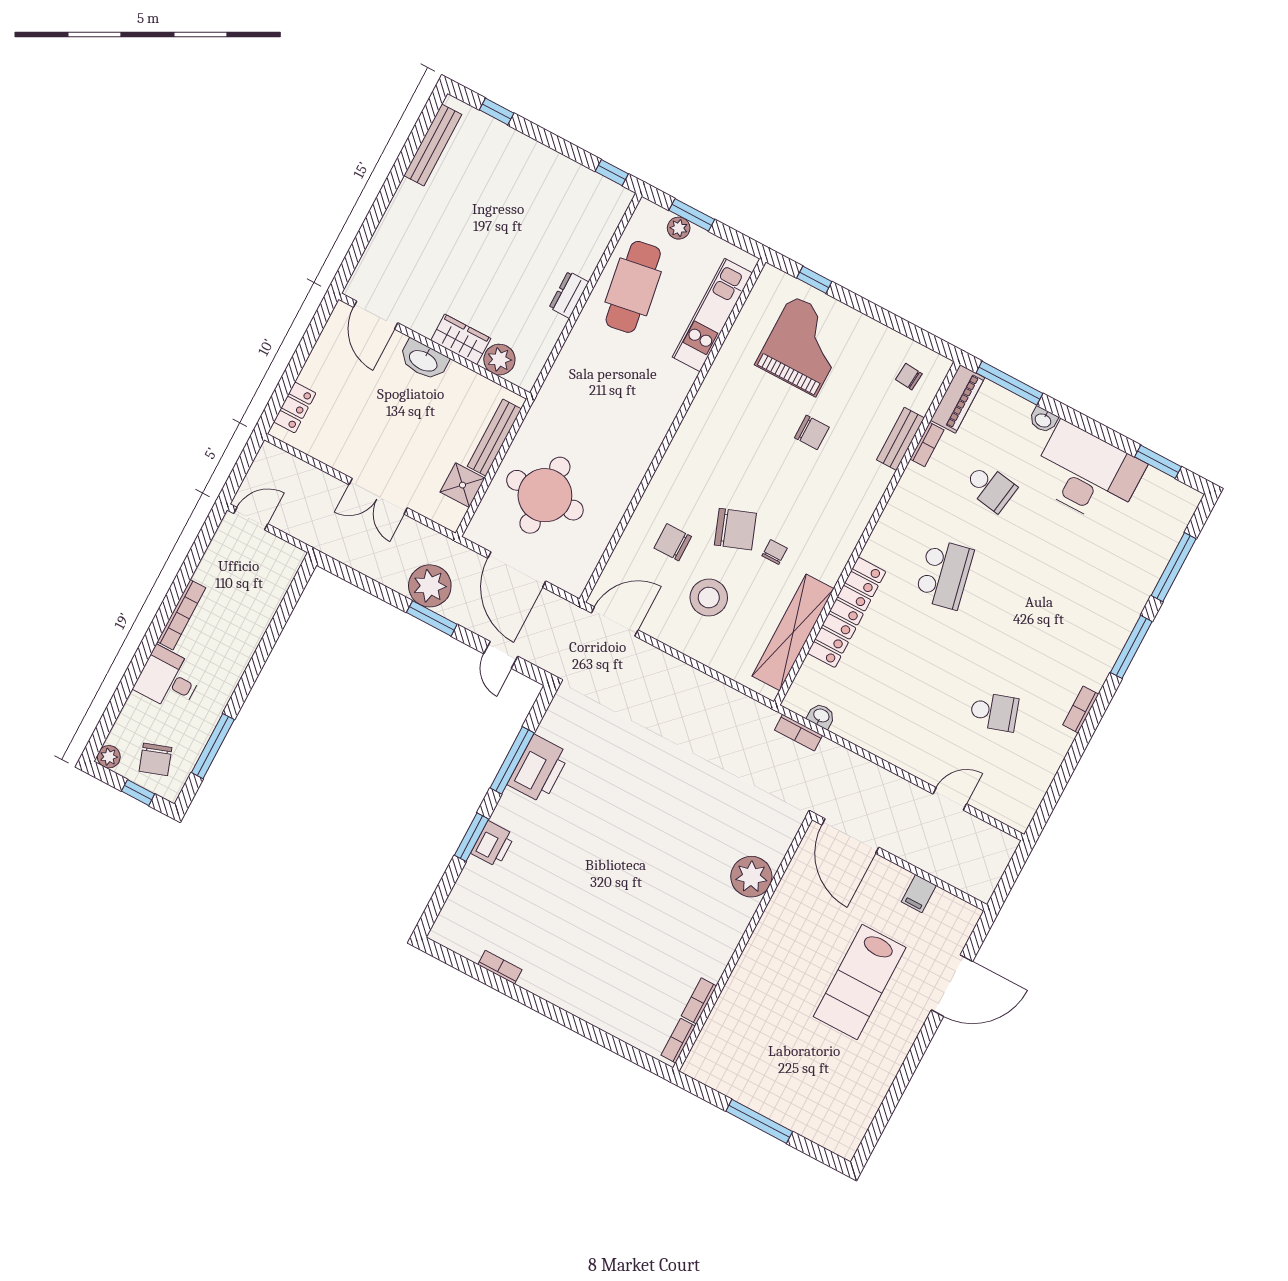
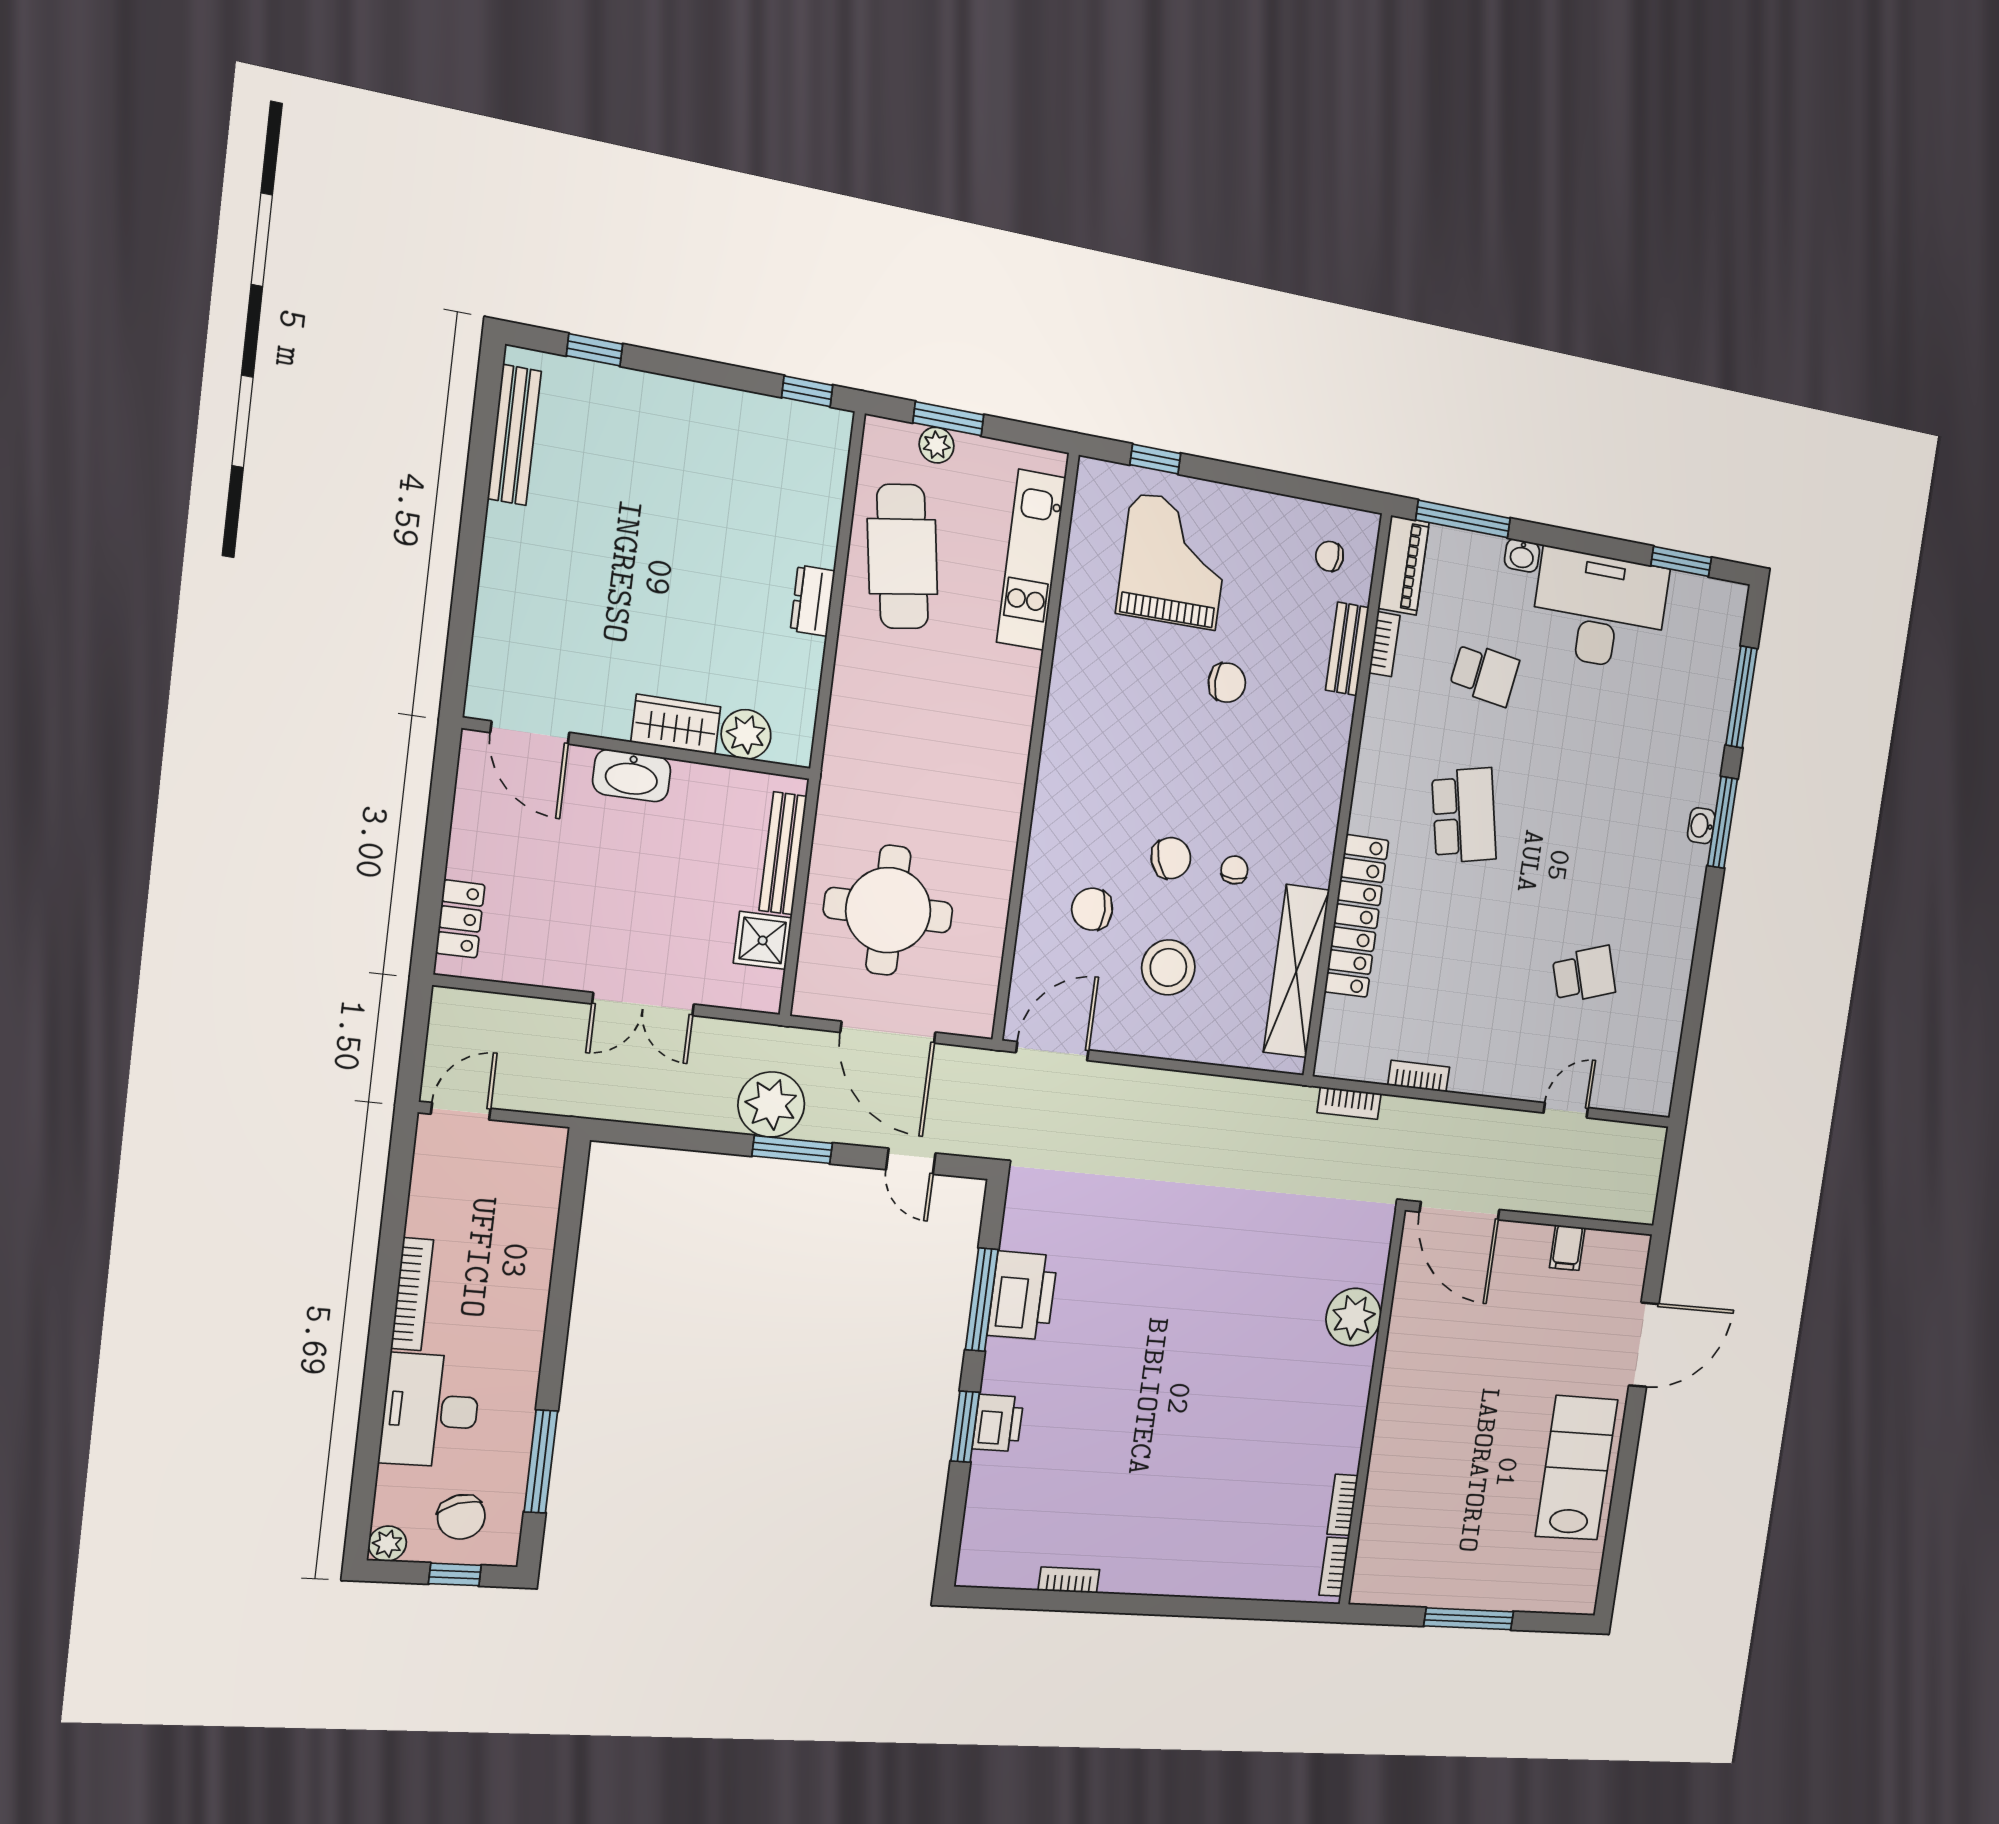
chair: (735, 529) -> (1171, 858), width x0.73, depth x0.73
desk: (169, 679) -> (430, 1410), width x1.37
bookcase: (1081, 709) -> (1419, 1076), moved, turned 90
washbasin: (821, 716) -> (1701, 826), moved, turned -90
lab bench: (860, 982) -> (1577, 1468), moved, turned 180

